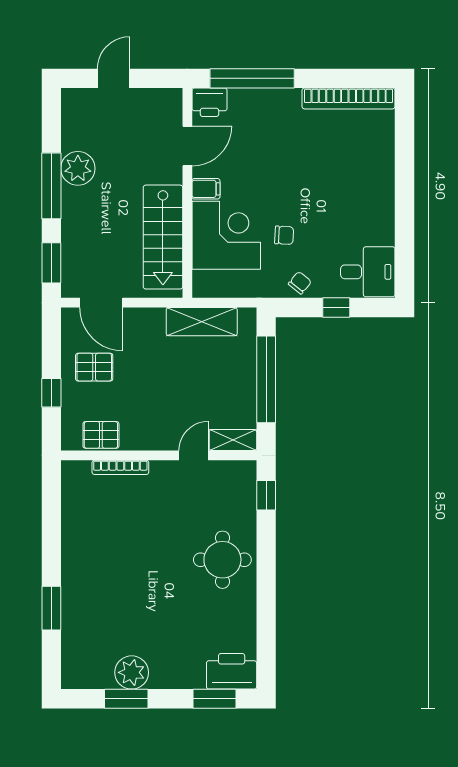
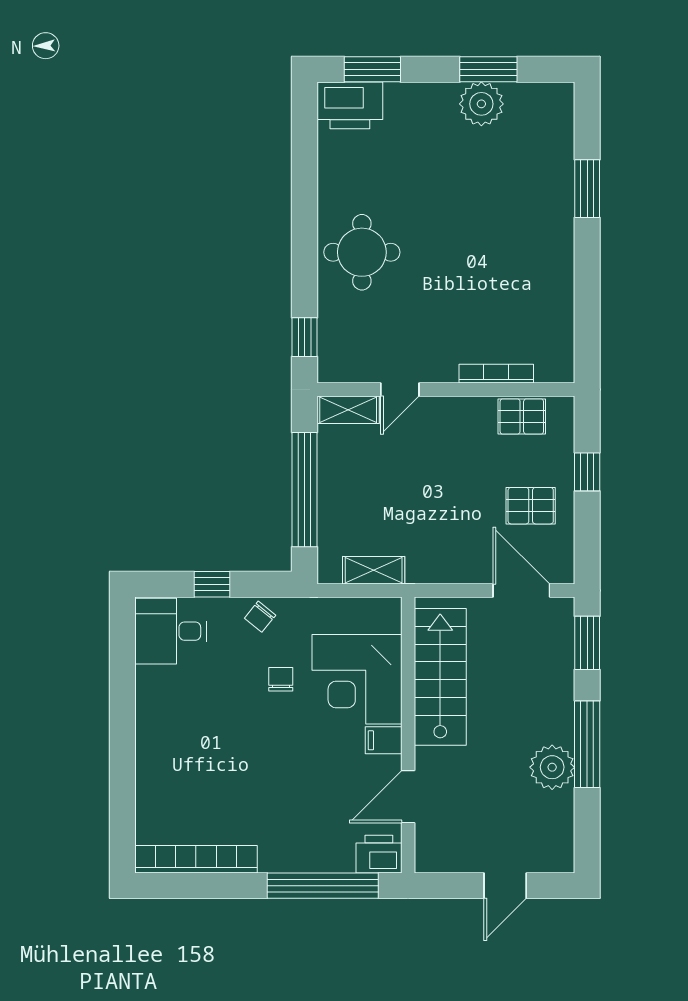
chair: (284, 235) -> (281, 679), turned 87
shelving: (202, 322) -> (374, 570), width x0.67, depth x0.75

